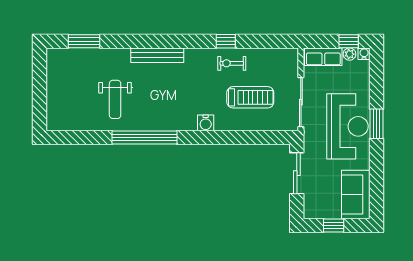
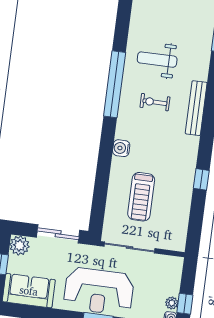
row of seats: (323, 57) -> (172, 276), removed
exercise bike: (232, 63) -> (155, 102), moved, turned -90
plant: (313, 209) -> (19, 245), added

